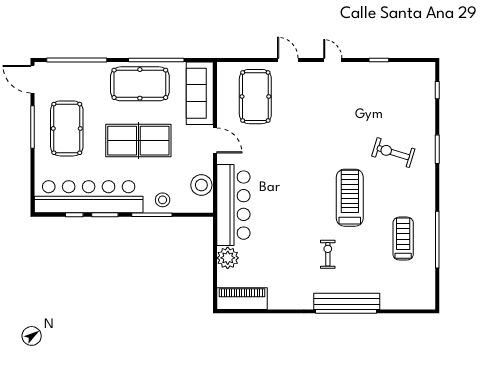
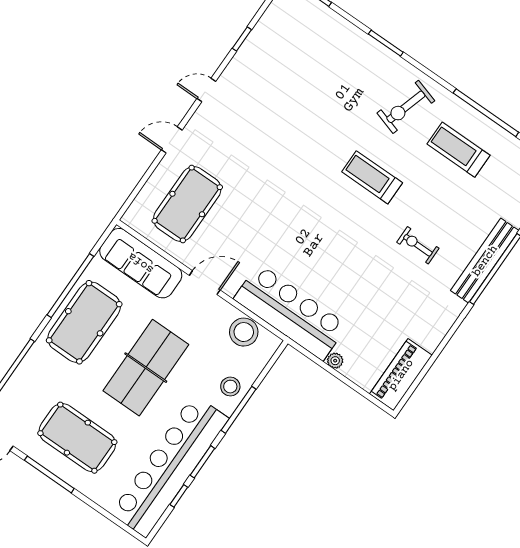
pool table: (255, 97) -> (187, 204), turned 90
exercise bike: (393, 153) -> (406, 107), moved
treadmill: (350, 198) -> (372, 177), width x0.73, depth x0.73
plant: (228, 258) -> (335, 361), width x0.53, depth x0.53

